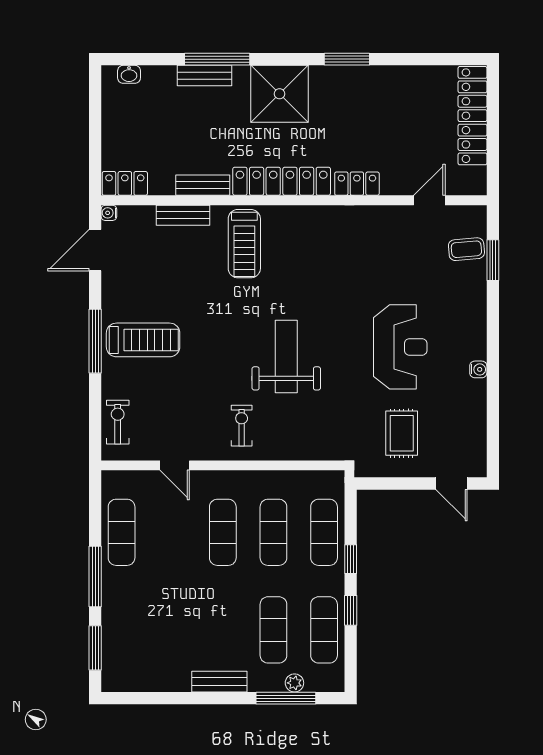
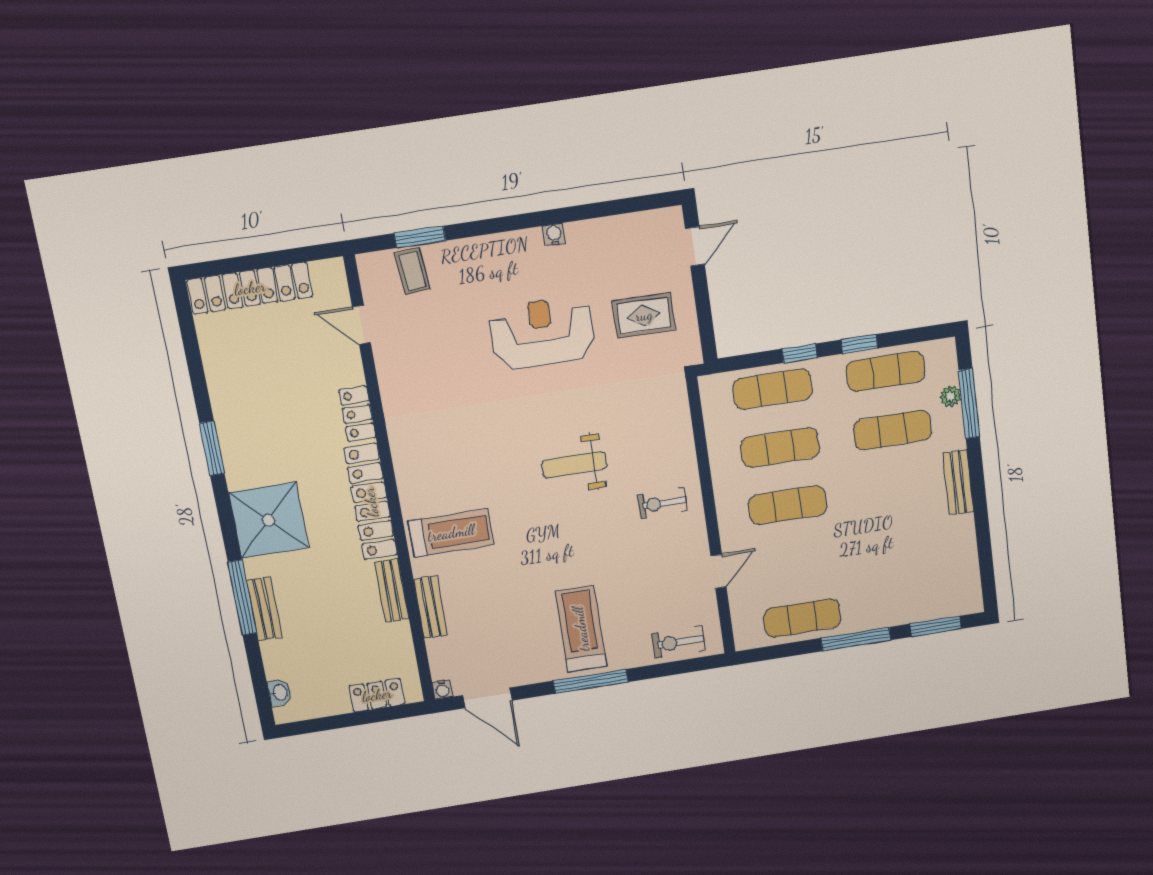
locker: (125, 183) -> (377, 695), moved, turned 90
weight bench: (286, 357) -> (574, 465), width x0.73, depth x0.75

